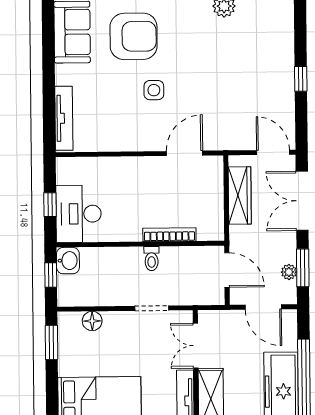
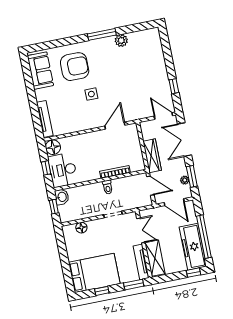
window: (301, 79) -> (174, 86), moved
floor lamp: (69, 171) -> (53, 147), added
wardrobe: (240, 196) -> (152, 156), moved
window: (51, 342) -> (61, 244), removed
double door: (196, 346) -> (141, 230), swing flipped

